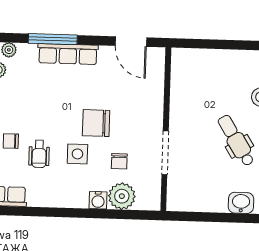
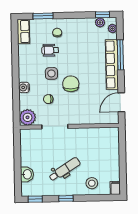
row of seats: (68, 54) -> (112, 64), width x1.36
plant: (122, 196) -> (28, 117), moved

